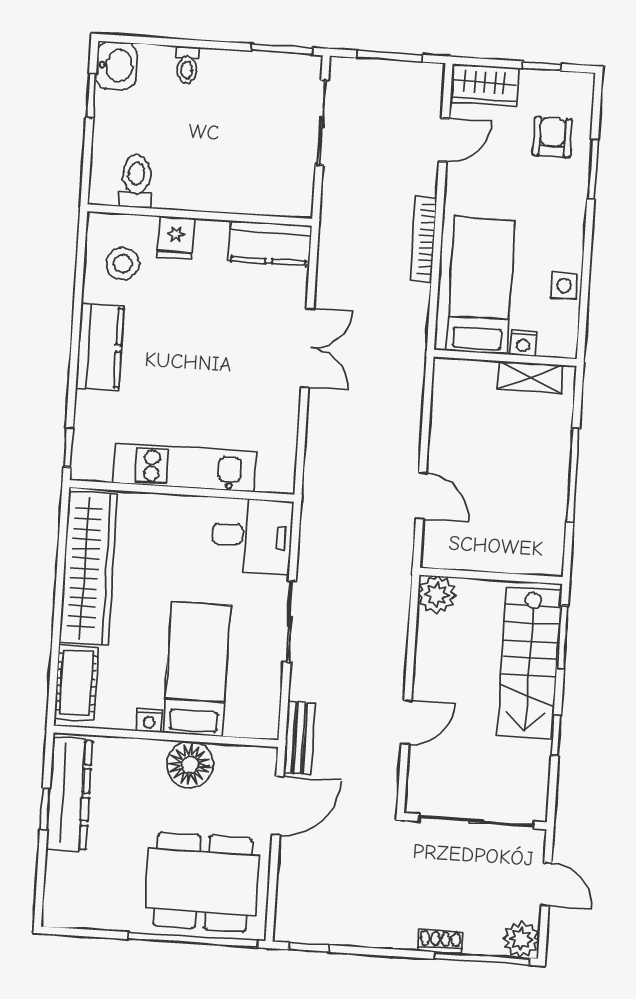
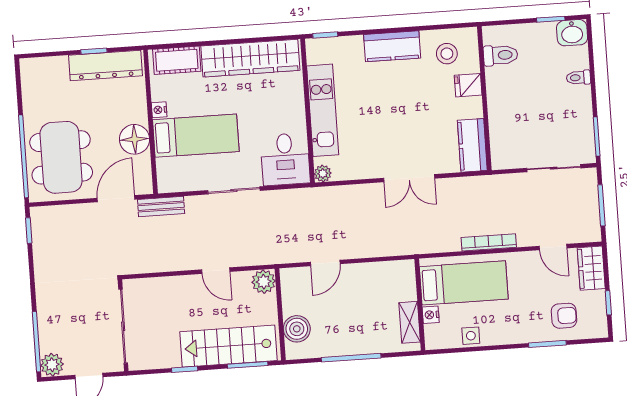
plant: (282, 481) -> (323, 173), added
boiler: (517, 553) -> (297, 329), added
door: (406, 722) -> (216, 271), moved
door: (278, 806) -> (116, 199), swing flipped
shoe rack: (440, 941) -> (44, 314), removed

